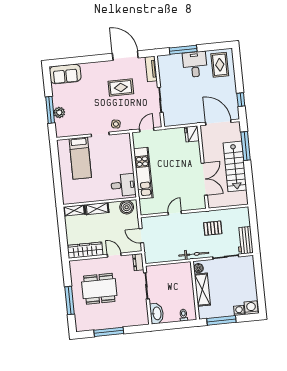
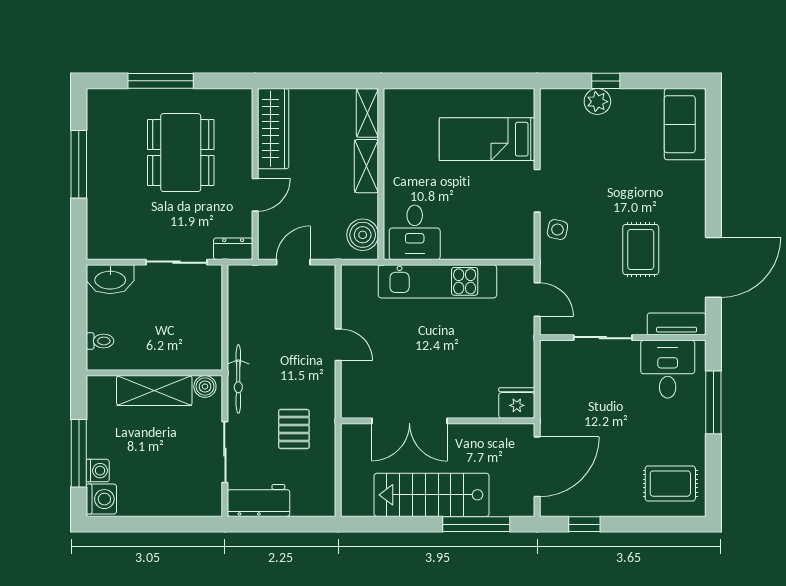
desk: (195, 64) -> (668, 369), moved, turned -90
window: (50, 110) -> (606, 81), width x0.46
window: (221, 320) -> (79, 453), moved

